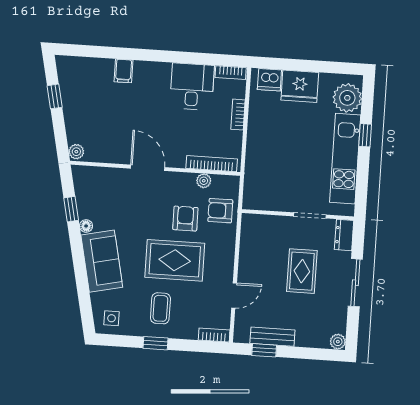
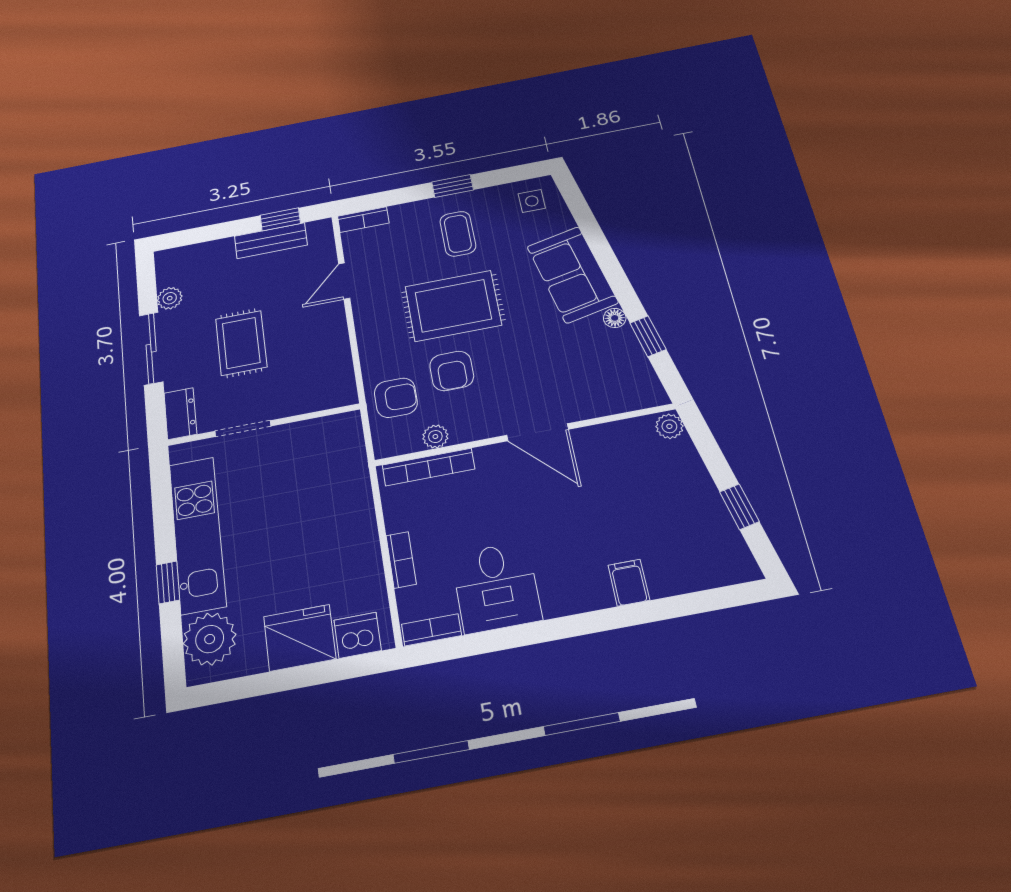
plant: (338, 342) -> (170, 298), moved

